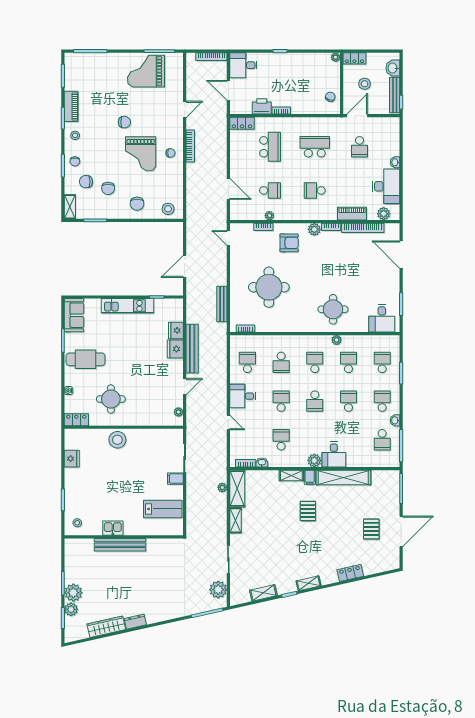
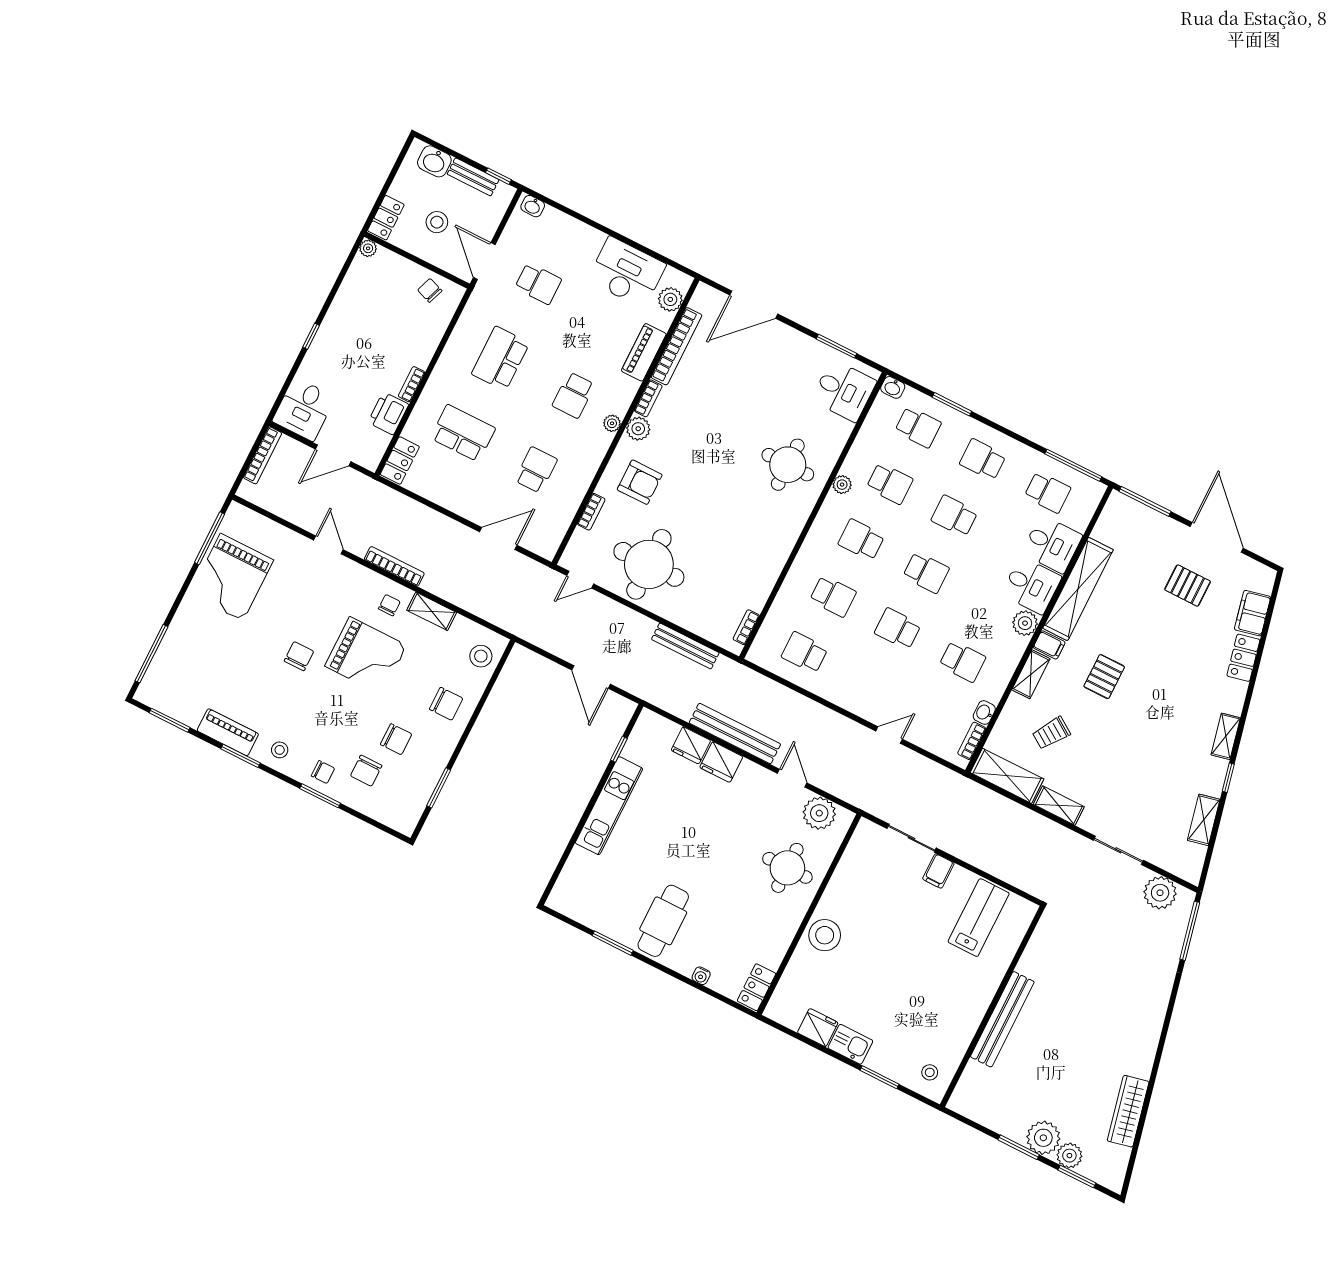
bench: (395, 95) -> (473, 177), width x0.73
washbasin: (395, 162) -> (533, 206), moved
shelving: (70, 207) -> (432, 611), moved
plant: (269, 216) -> (612, 423), moved
armchair: (289, 243) -> (640, 482), turned 90
round table: (269, 287) -> (649, 564), moved
sofa: (74, 315) -> (580, 903), removed
school desk: (348, 362) -> (890, 483), turned 180
school desk: (382, 362) -> (918, 427), turned 180
desk: (243, 396) -> (1052, 544), moved, turned -90
round table: (111, 399) -> (787, 868), moved
plant: (178, 412) -> (819, 813), width x1.88, depth x1.88
washbasin: (395, 420) -> (893, 387), moved
school desk: (281, 440) -> (962, 661), turned 180
plant: (222, 487) -> (993, 800), removed
trolley: (268, 499) -> (1051, 733), added
pallet: (308, 511) -> (1104, 677), turned 90
kitchen sink: (113, 528) -> (850, 1044), moved, turned 90
filing cabinet: (374, 567) -> (1253, 613), added
dresser: (135, 622) -> (1144, 1059), removed

